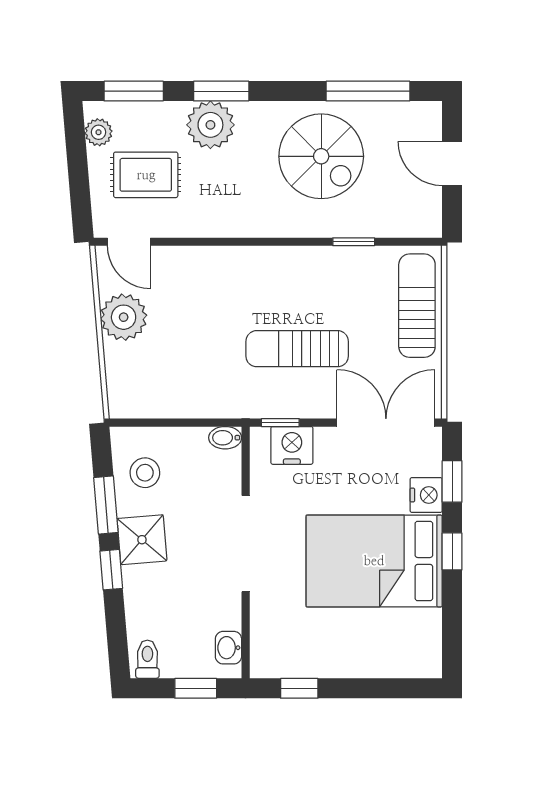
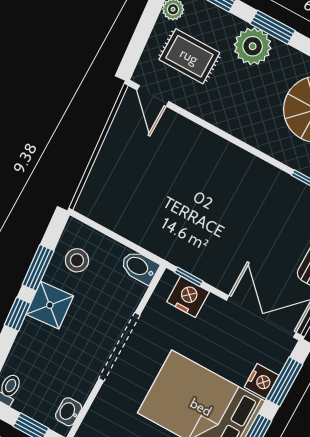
plant: (124, 317) -> (121, 146), removed
sun lounger: (297, 349) -> (228, 232), removed
bidet: (225, 438) -> (139, 267), width x1.38, depth x1.36
window: (452, 481) -> (284, 382), width x1.50

